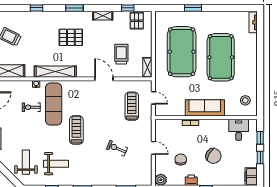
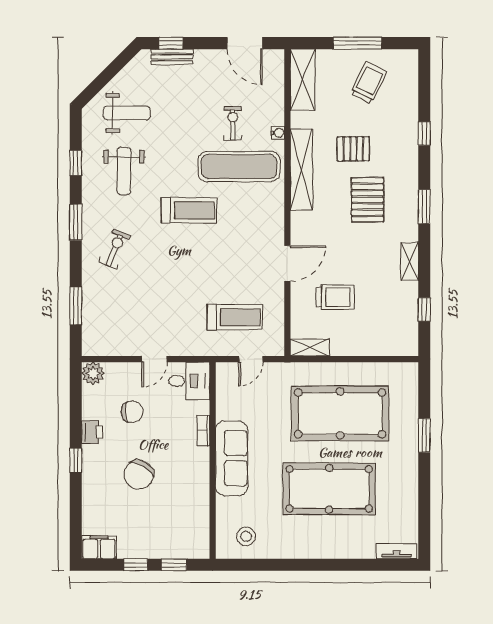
pallet: (137, 21) -> (353, 149), moved
desk: (239, 130) -> (189, 381), moved
exercise bike: (117, 148) -> (115, 249), moved

